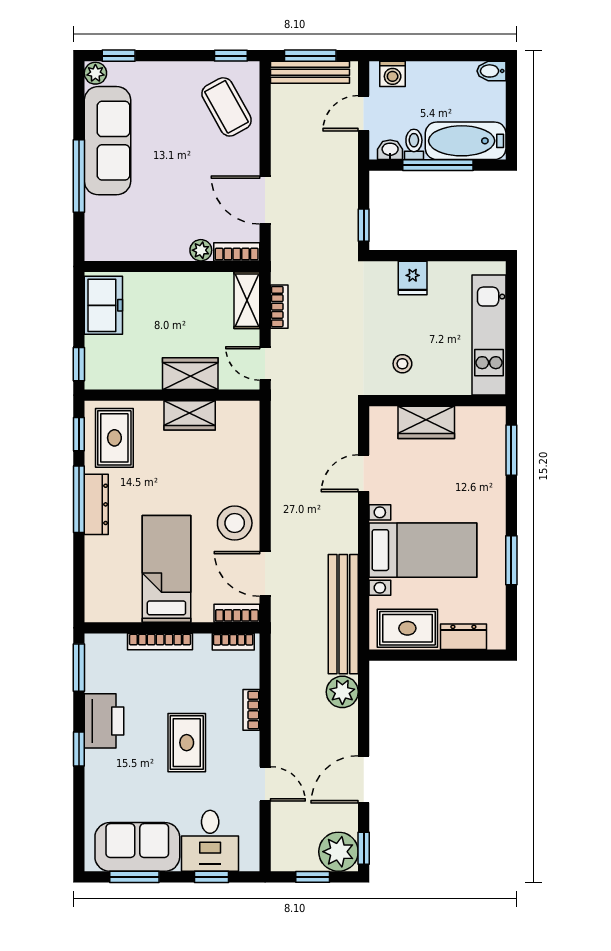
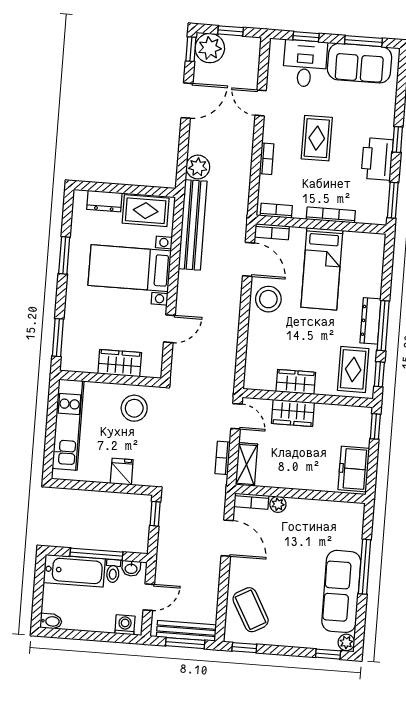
stool: (402, 364) -> (134, 408), width x1.89, depth x1.89

